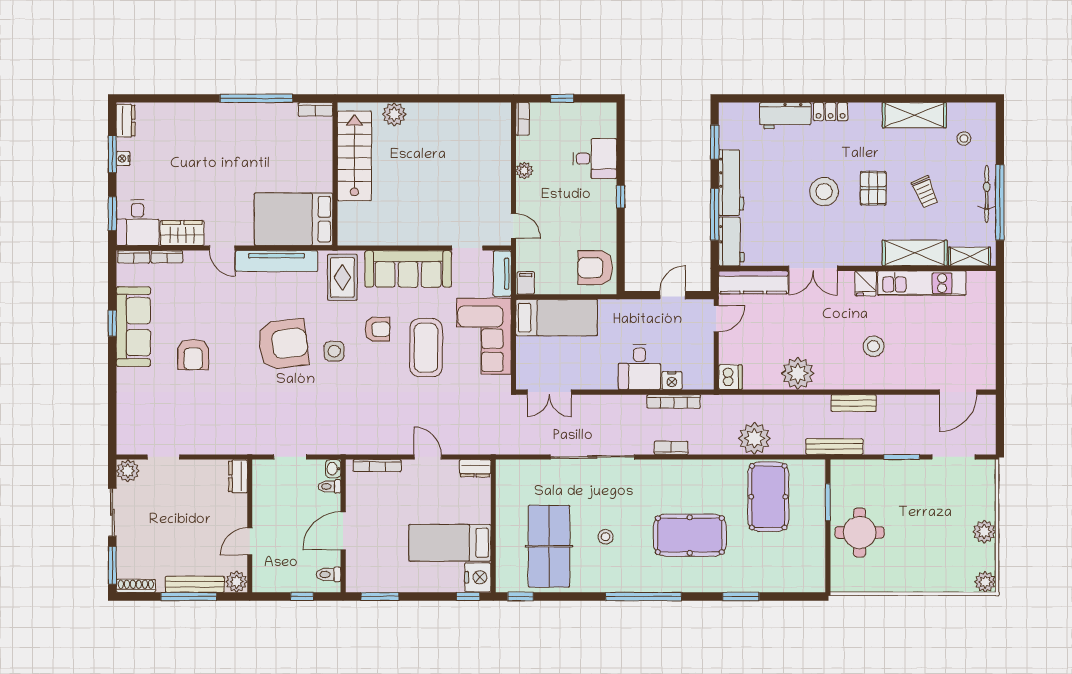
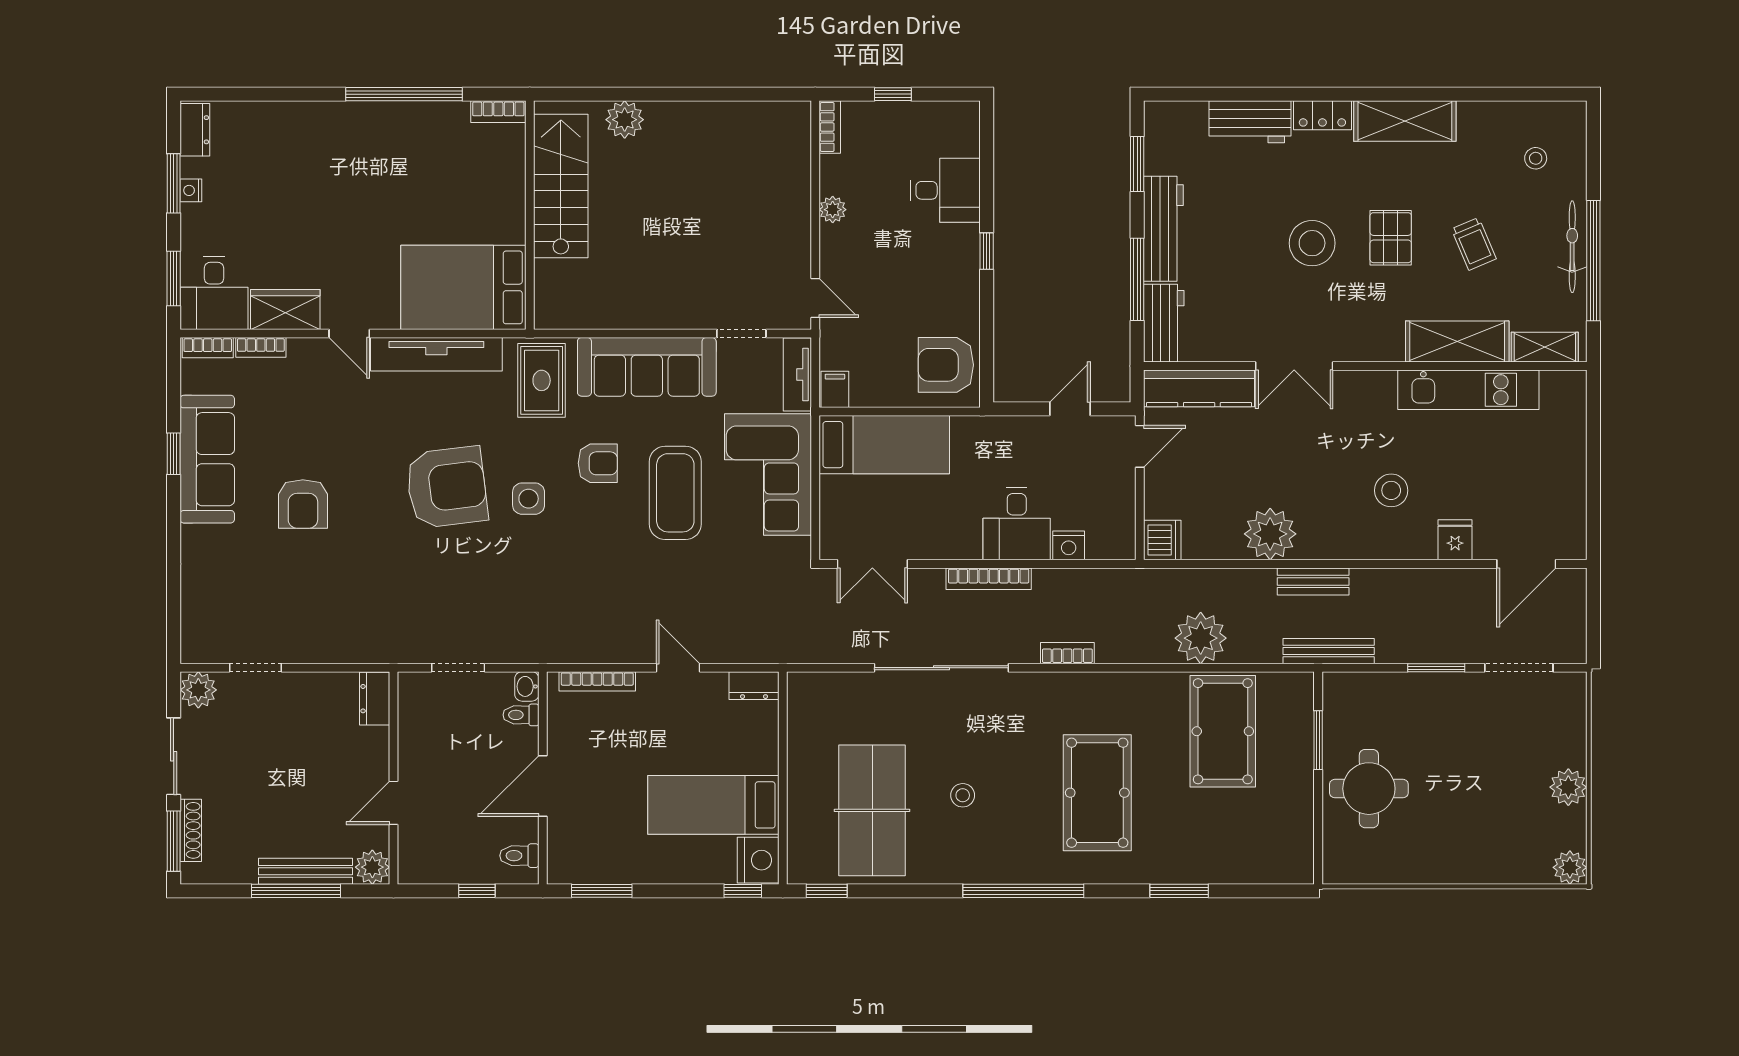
shelving: (914, 115) -> (1405, 121), moved
fridge: (866, 283) -> (1455, 540), moved, turned 180
bookcase: (674, 401) -> (989, 579), moved
bench: (854, 403) -> (1313, 581), moved
pool table: (690, 535) -> (1097, 793), turned 90
shoe rack: (136, 586) -> (191, 830), moved, turned 90

